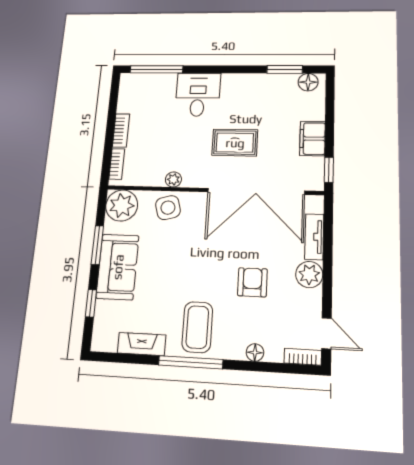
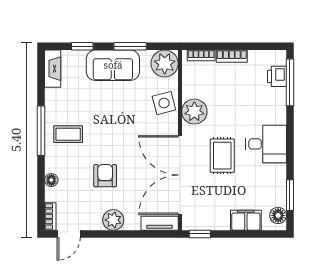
printer: (148, 83) -> (277, 76), added
desk: (198, 95) -> (266, 144), moved
filing cabinet: (313, 139) -> (246, 220), moved
plant: (173, 179) -> (194, 112), width x1.88, depth x1.88
tv unit: (314, 237) -> (160, 223), moved
armchair: (252, 282) -> (105, 176), turned -90
coffee table: (197, 327) -> (68, 134), width x0.73, depth x0.77
fireplace: (142, 344) -> (53, 69), moved

